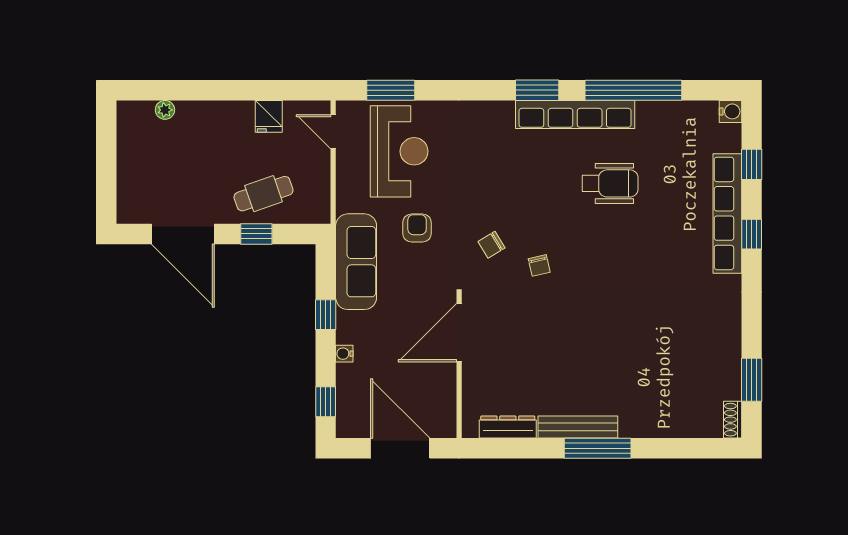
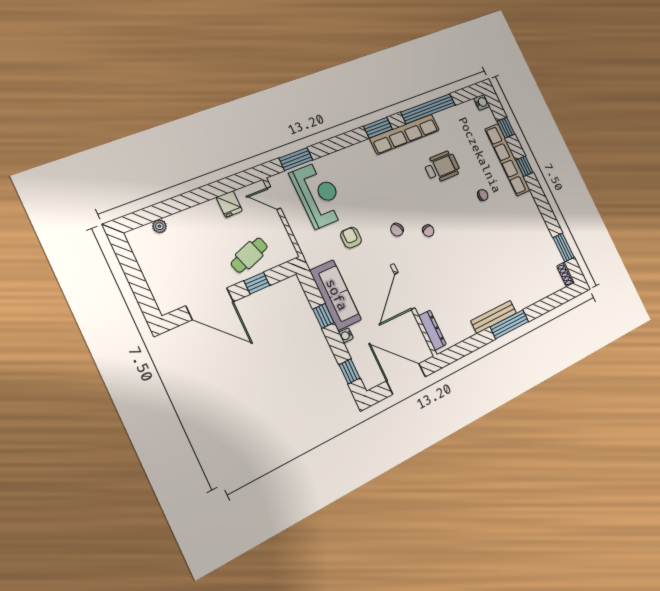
chair: (656, 249) -> (483, 195), added
sofa: (356, 262) -> (336, 295), moved
dresser: (508, 427) -> (432, 330), moved, turned 90

